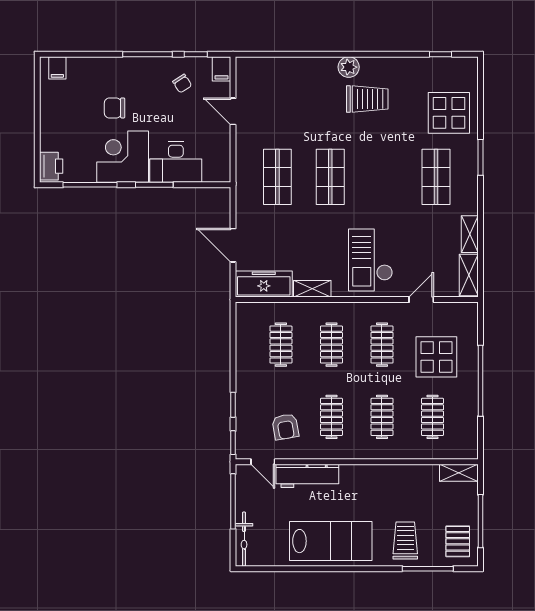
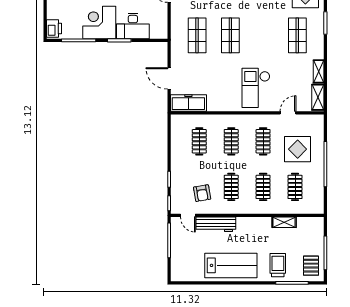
shelving: (312, 289) -> (219, 106), removed
shelving: (459, 473) -> (284, 222), moved
bicycle: (244, 539) -> (176, 264), removed

